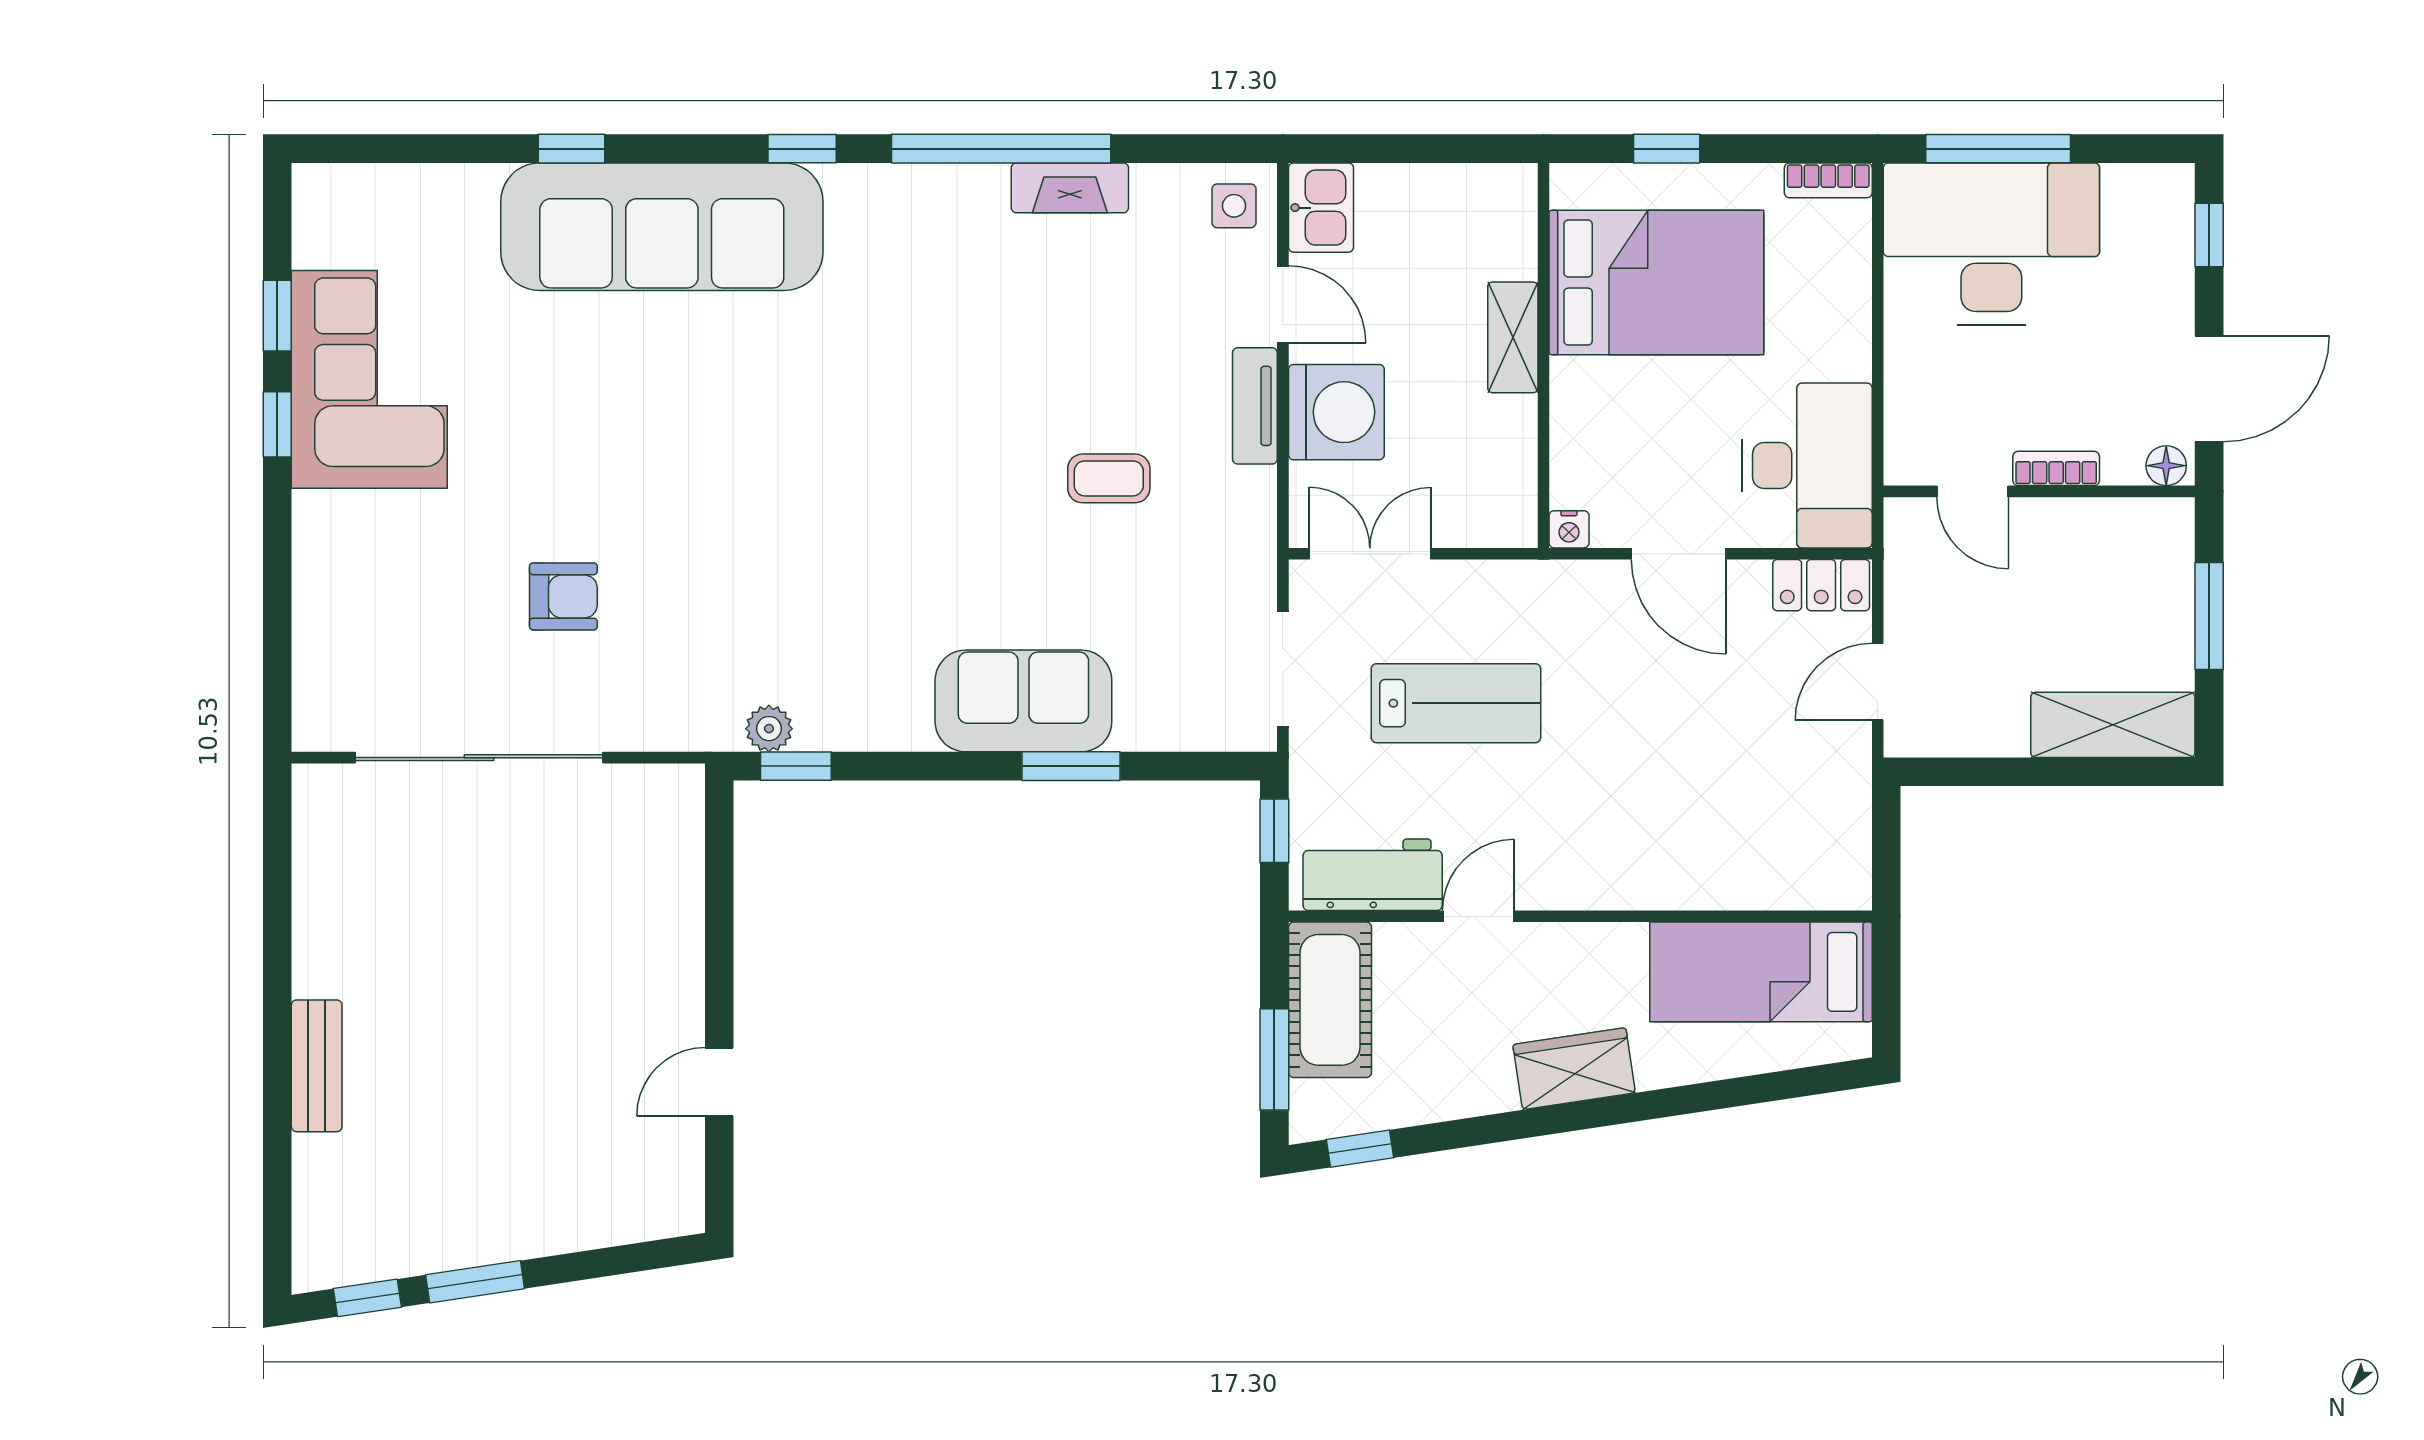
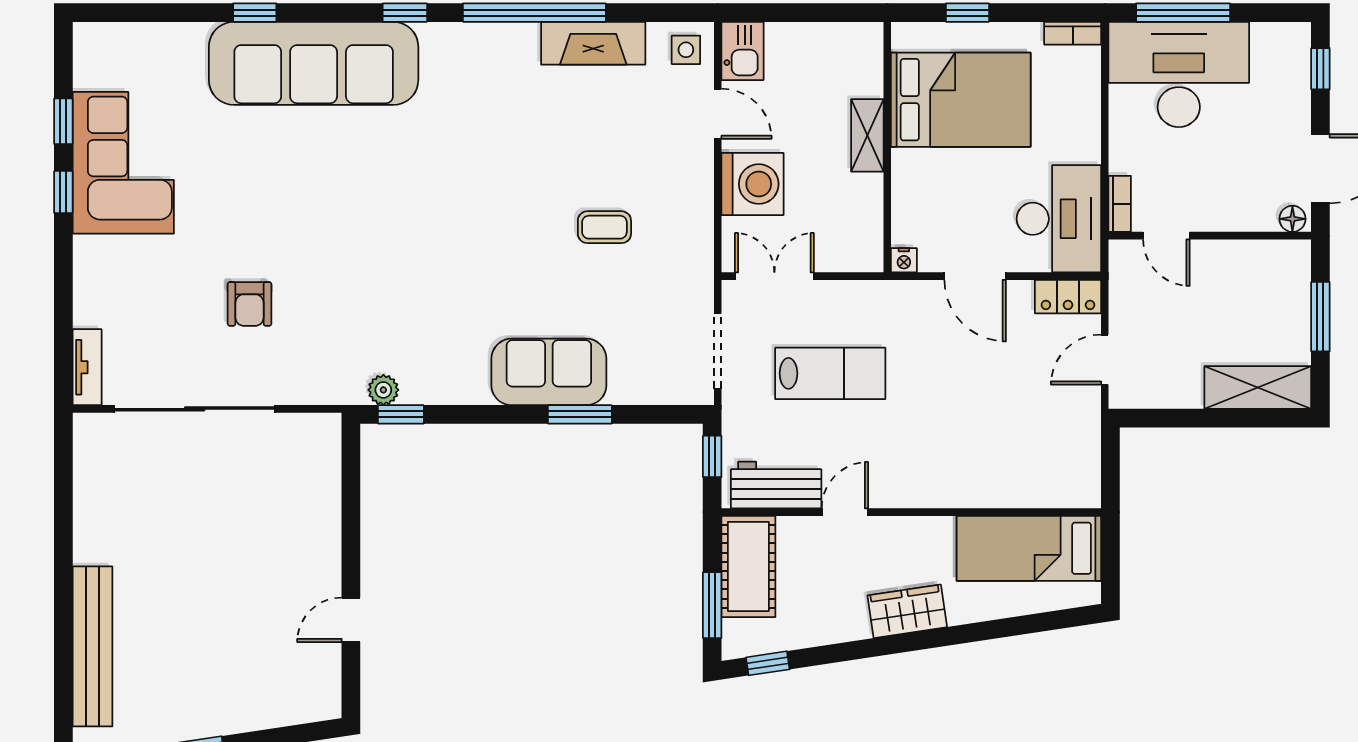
fireplace: (1070, 188) -> (593, 43), width x1.37, depth x1.32
tv unit: (1255, 406) -> (87, 367), moved, turned 180
bookcase: (2056, 468) -> (1120, 204), moved, turned 90
armchair: (563, 596) -> (250, 304), turned 90
bench: (317, 1066) -> (93, 646), width x1.86, depth x1.21

